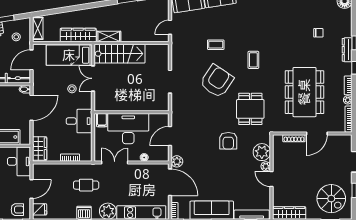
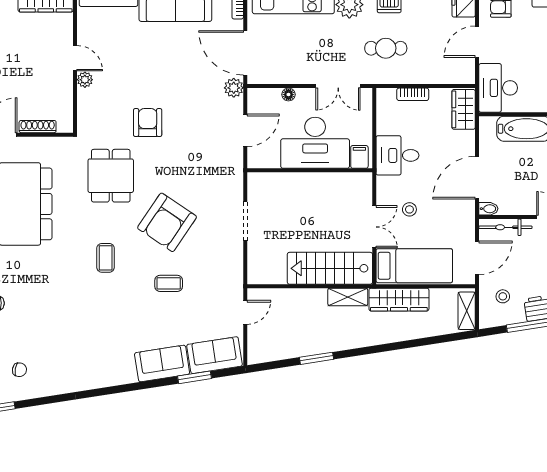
plant: (262, 152) -> (91, 103), removed

